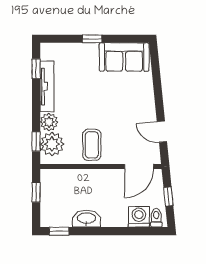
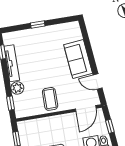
sofa: (124, 57) -> (78, 59), moved, turned 84
plant: (52, 144) -> (22, 103), removed

